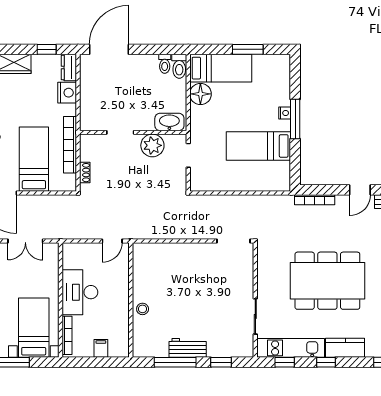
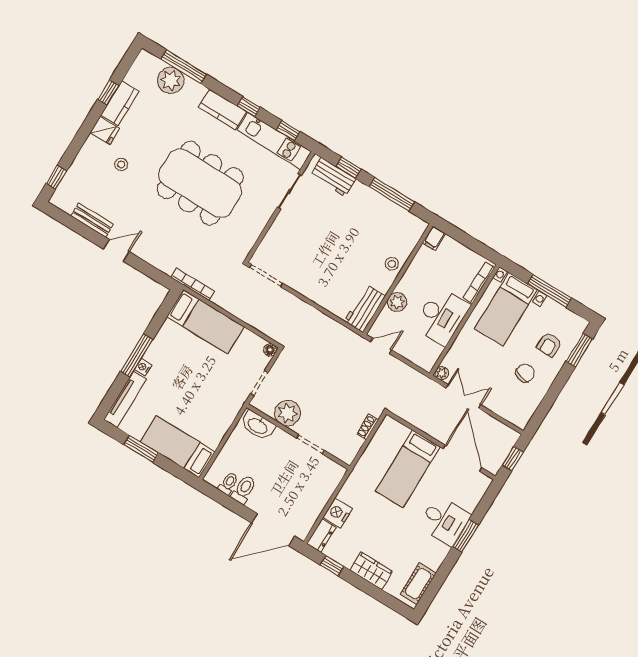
toilet: (179, 66) -> (244, 490), moved
tv unit: (283, 80) -> (125, 399), added
floor lamp: (200, 94) -> (270, 350), moved, width x0.53, depth x0.53
bookcase: (70, 145) -> (365, 462), removed
bed: (258, 146) -> (205, 322), moved
bookcase: (315, 200) -> (193, 284), moved
plant: (53, 249) -> (442, 373), added
workbench: (142, 262) -> (365, 309), added
plant: (121, 282) -> (397, 302), added
filing cabinet: (101, 348) -> (434, 238), moved
workbench: (188, 348) -> (333, 177), moved

